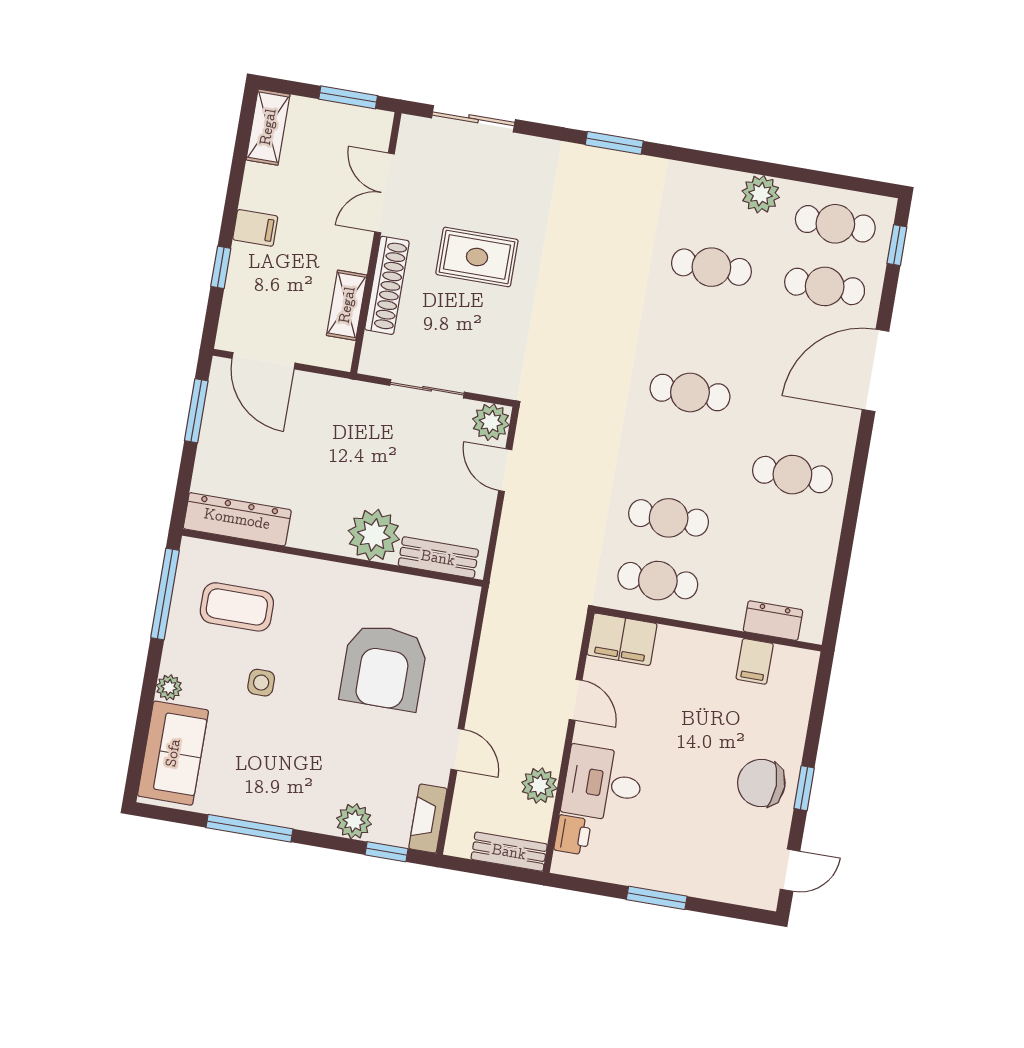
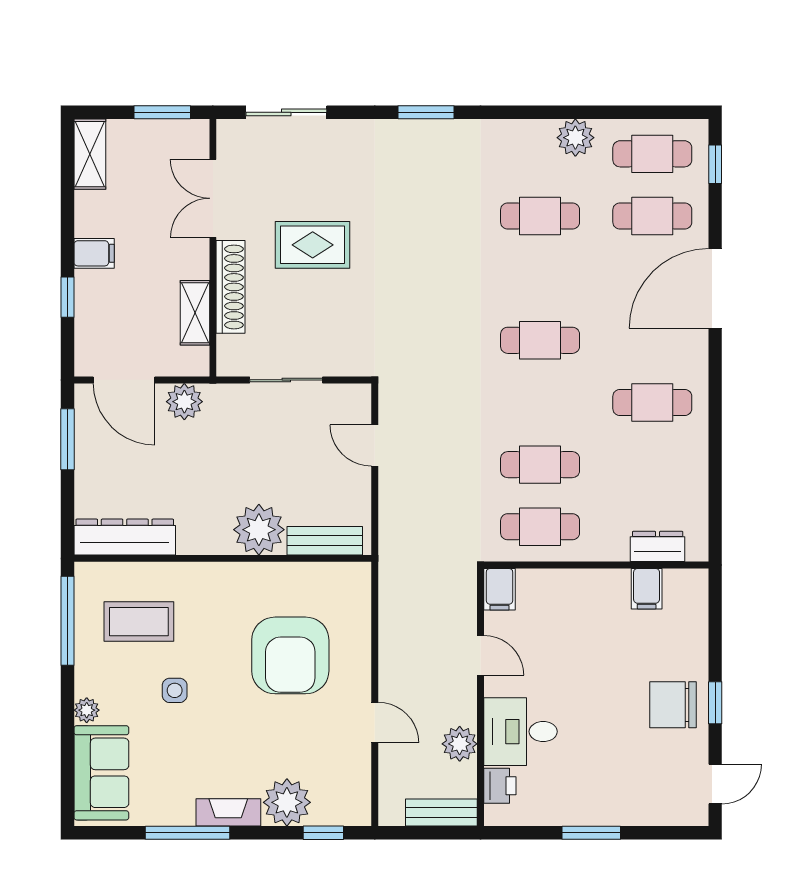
plant: (491, 422) -> (184, 402), moved
filing cabinet: (622, 639) -> (499, 589), width x0.50
fireplace: (428, 818) -> (228, 812), moved, turned 90
plant: (354, 821) -> (287, 802), width x1.36, depth x1.36

